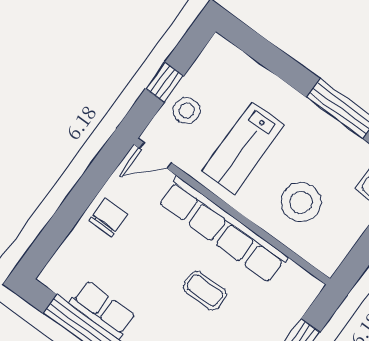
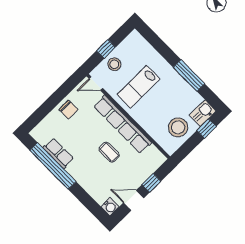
stool: (301, 202) -> (178, 127), moved
chair: (108, 218) -> (68, 110), turned 90

